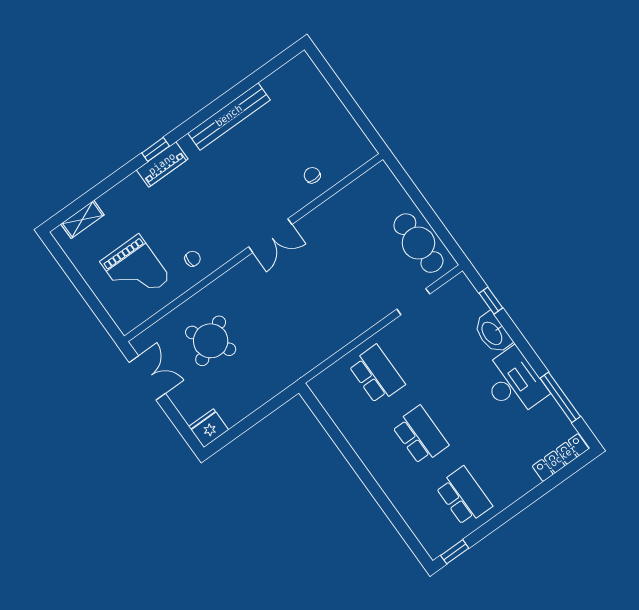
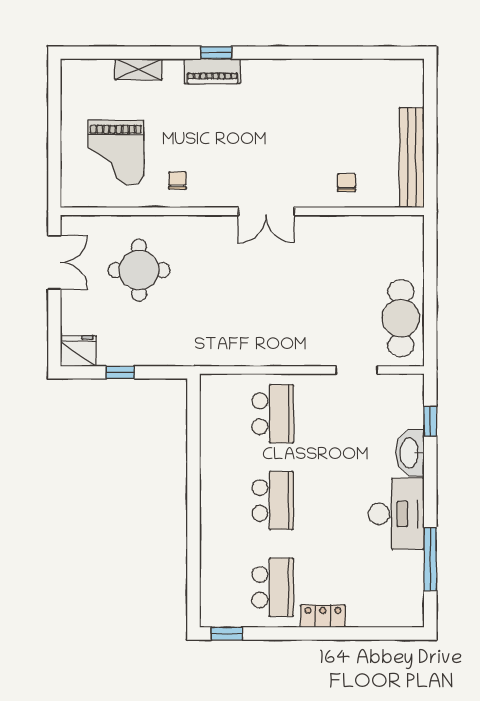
bench: (229, 116) -> (412, 158), moved, turned 90
shelving: (82, 219) -> (138, 69), moved
chair: (193, 259) -> (177, 181), turned -90
round table: (211, 341) -> (139, 270), turned 30
window: (249, 422) -> (120, 372), added
locker: (561, 458) -> (323, 616), moved, width x0.66

